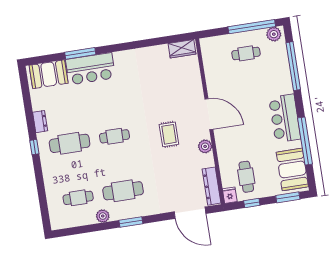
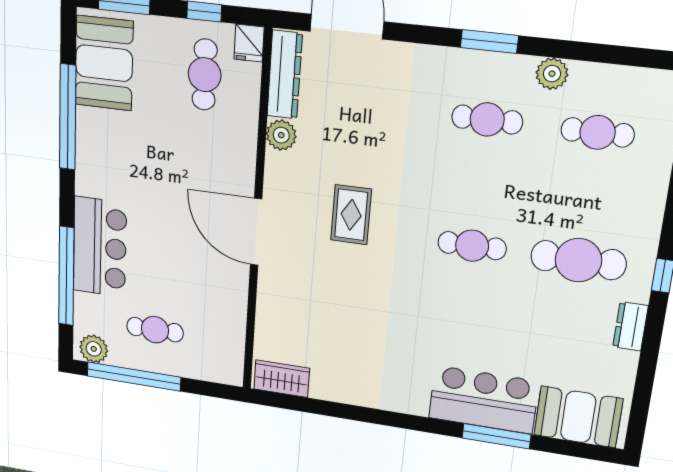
bar counter: (285, 118) -> (100, 247), moved
plant: (205, 146) -> (281, 135), moved
cafe table: (123, 191) -> (487, 119), width x0.73, depth x0.74

